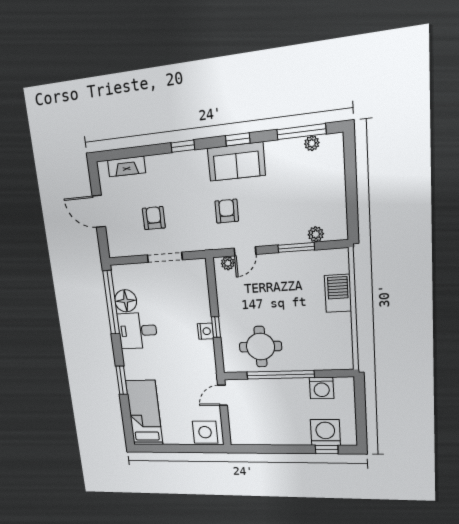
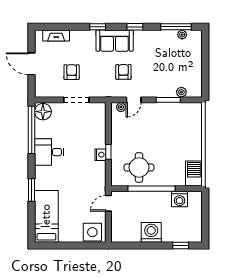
sofa: (236, 162) -> (115, 41), moved
barbecue: (338, 293) -> (194, 173), moved
floor lamp: (126, 301) -> (43, 112), moved
washing machine: (325, 433) -> (151, 232), moved

